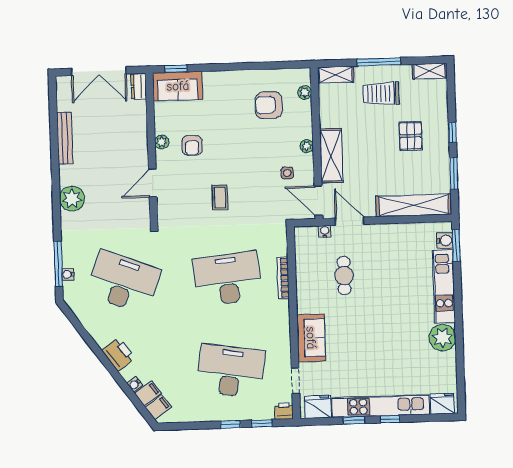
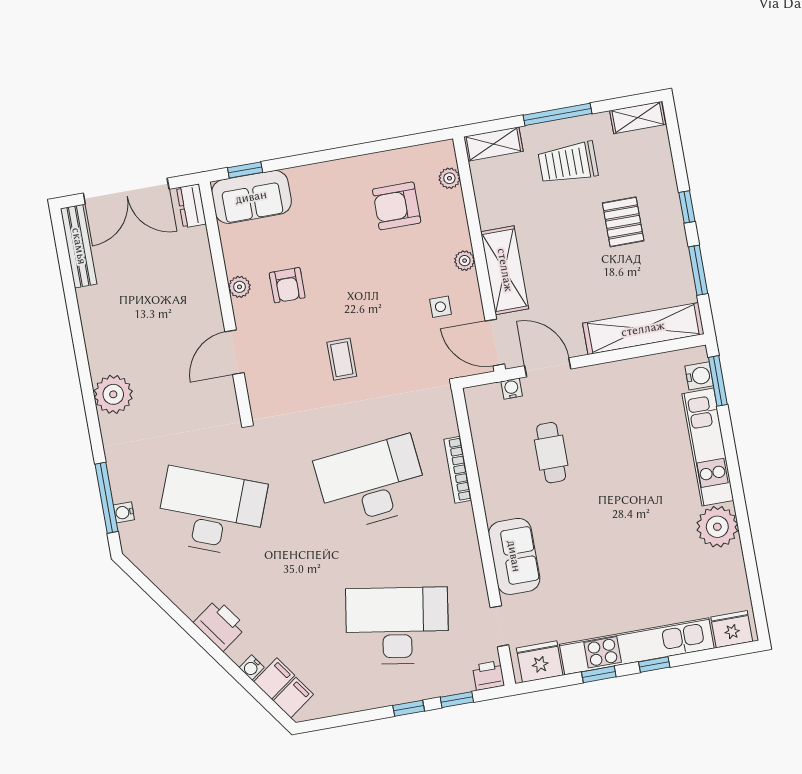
bench: (65, 138) -> (79, 246), moved

